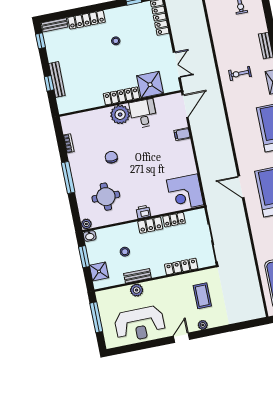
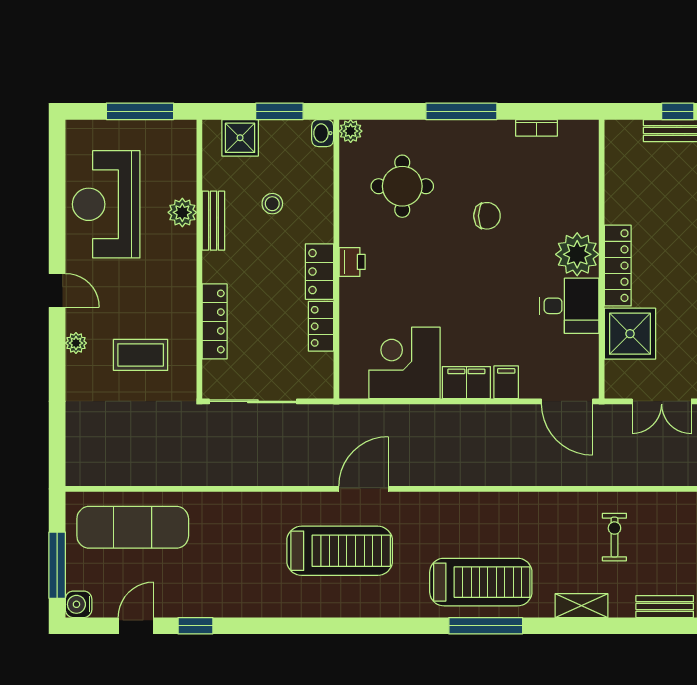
filing cabinet: (186, 151) -> (466, 383), added
corner desk: (185, 192) -> (404, 363), moved

